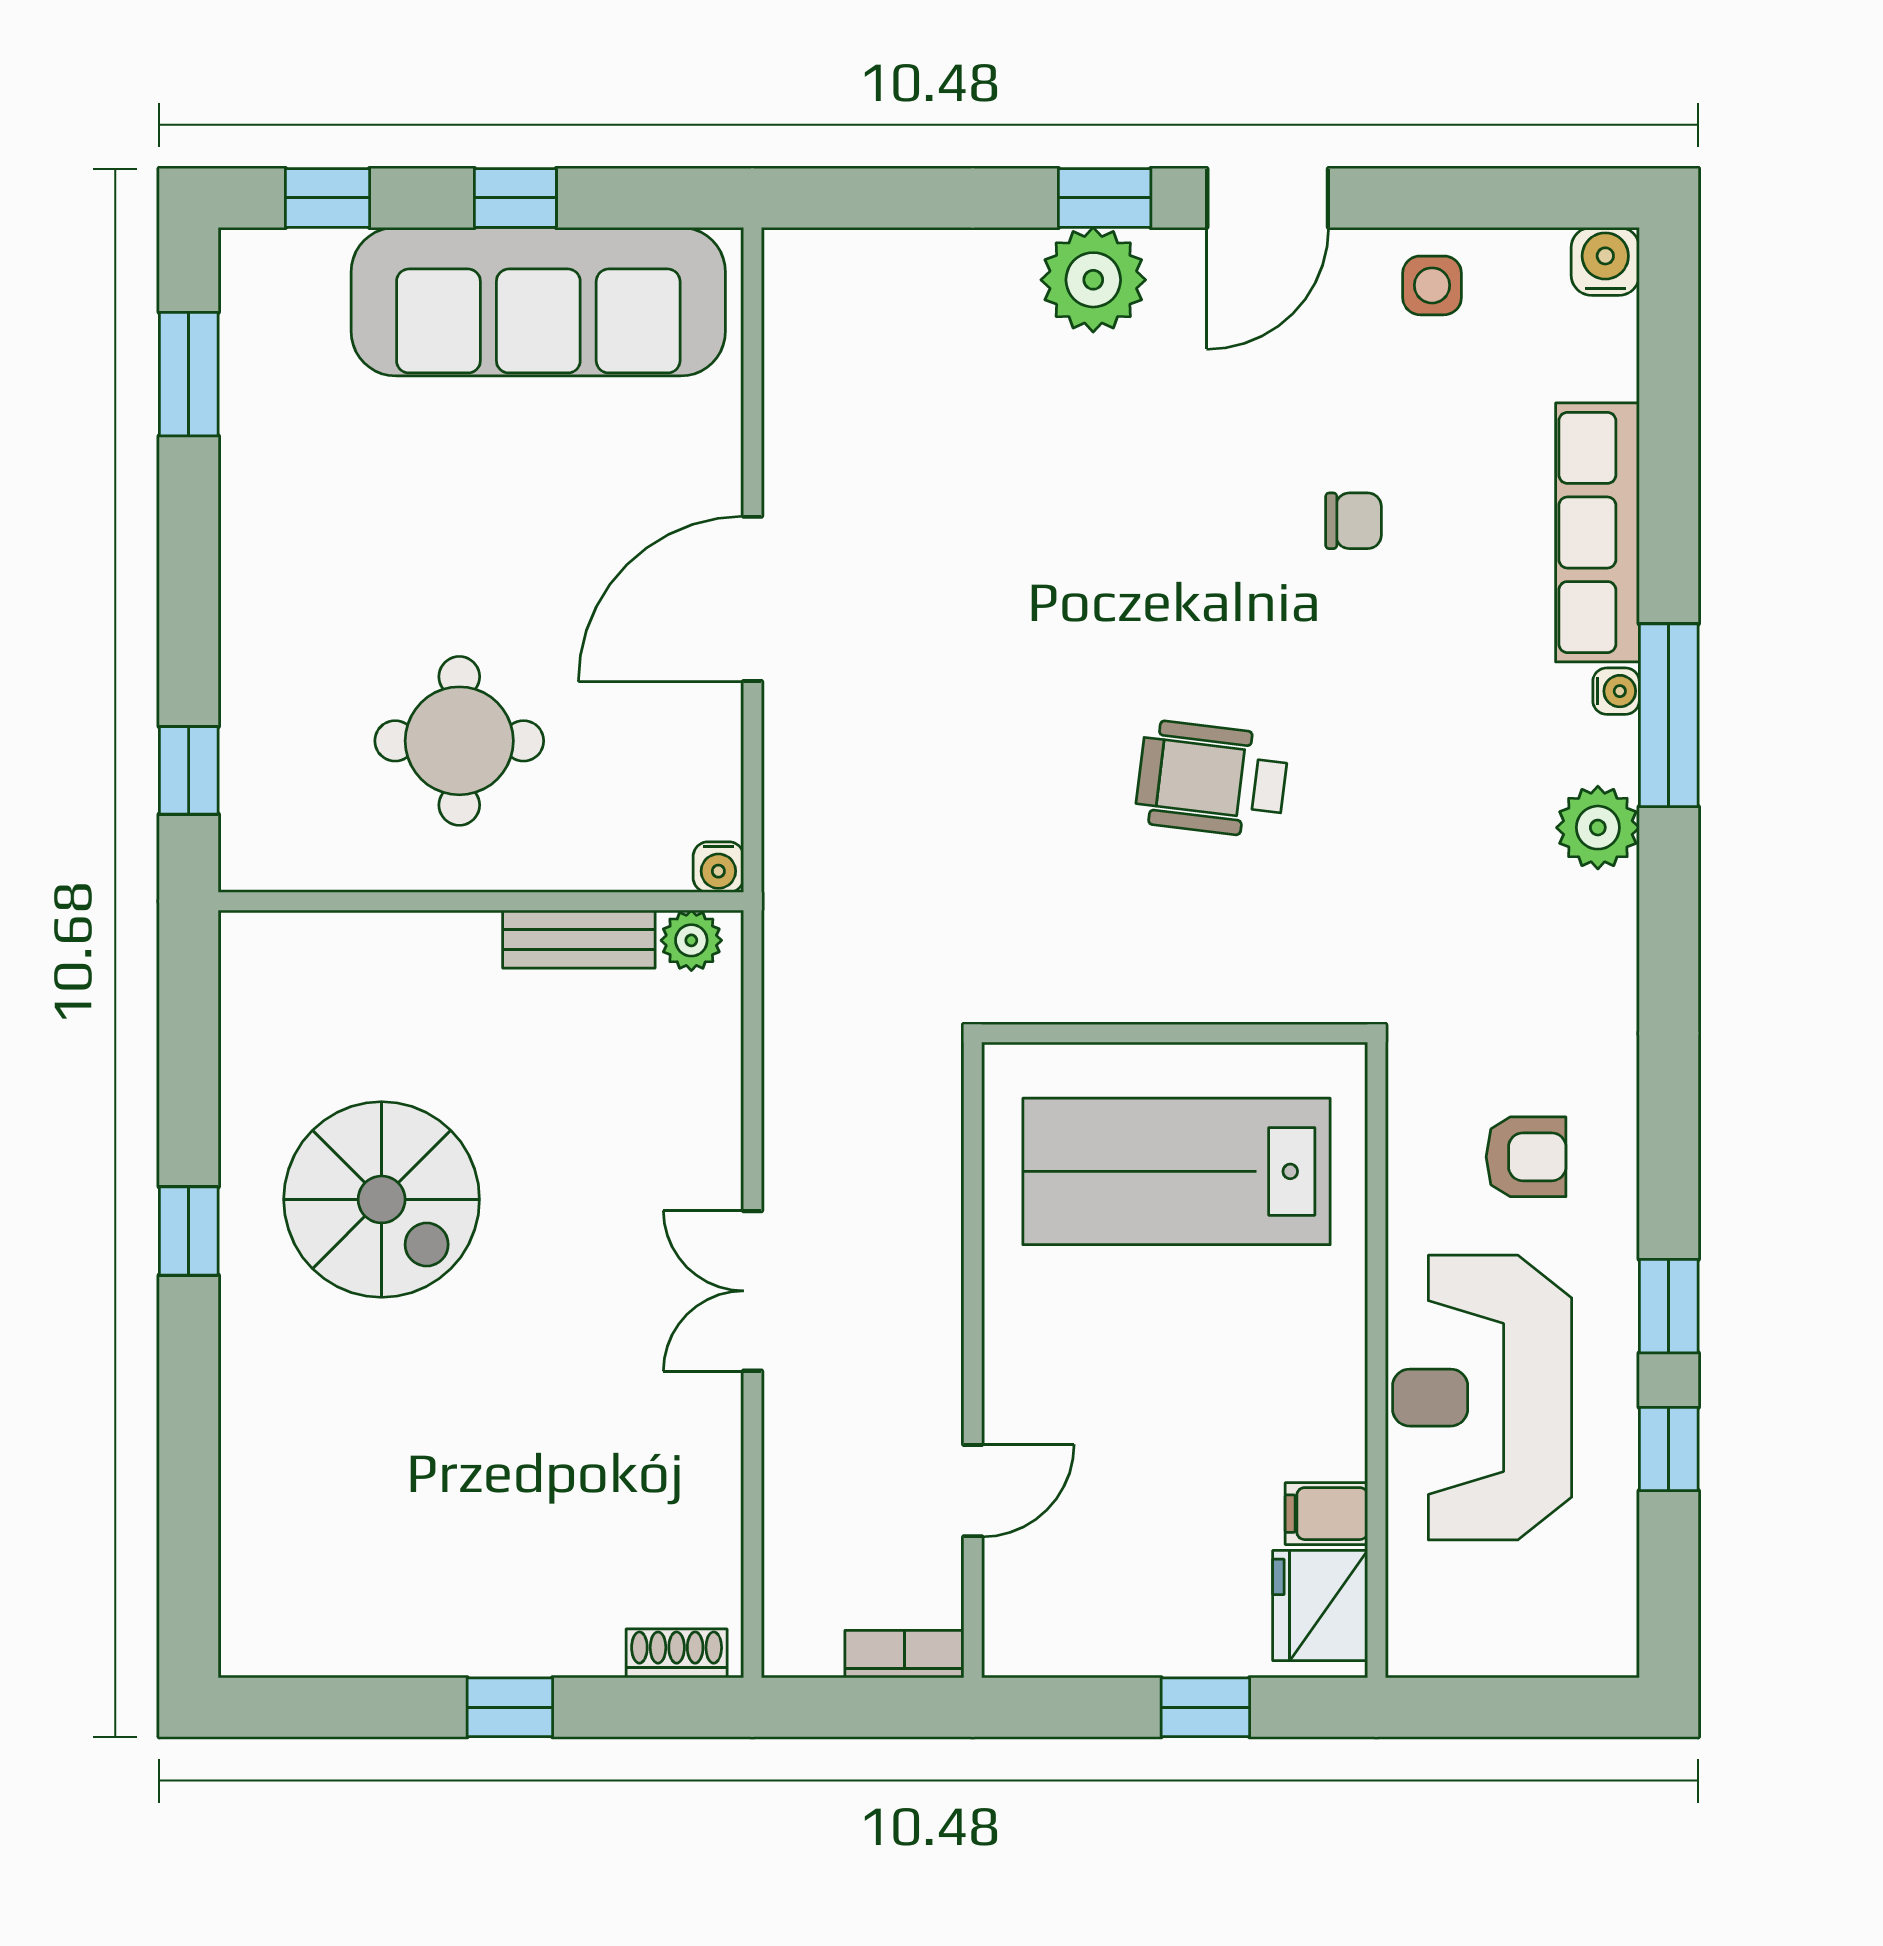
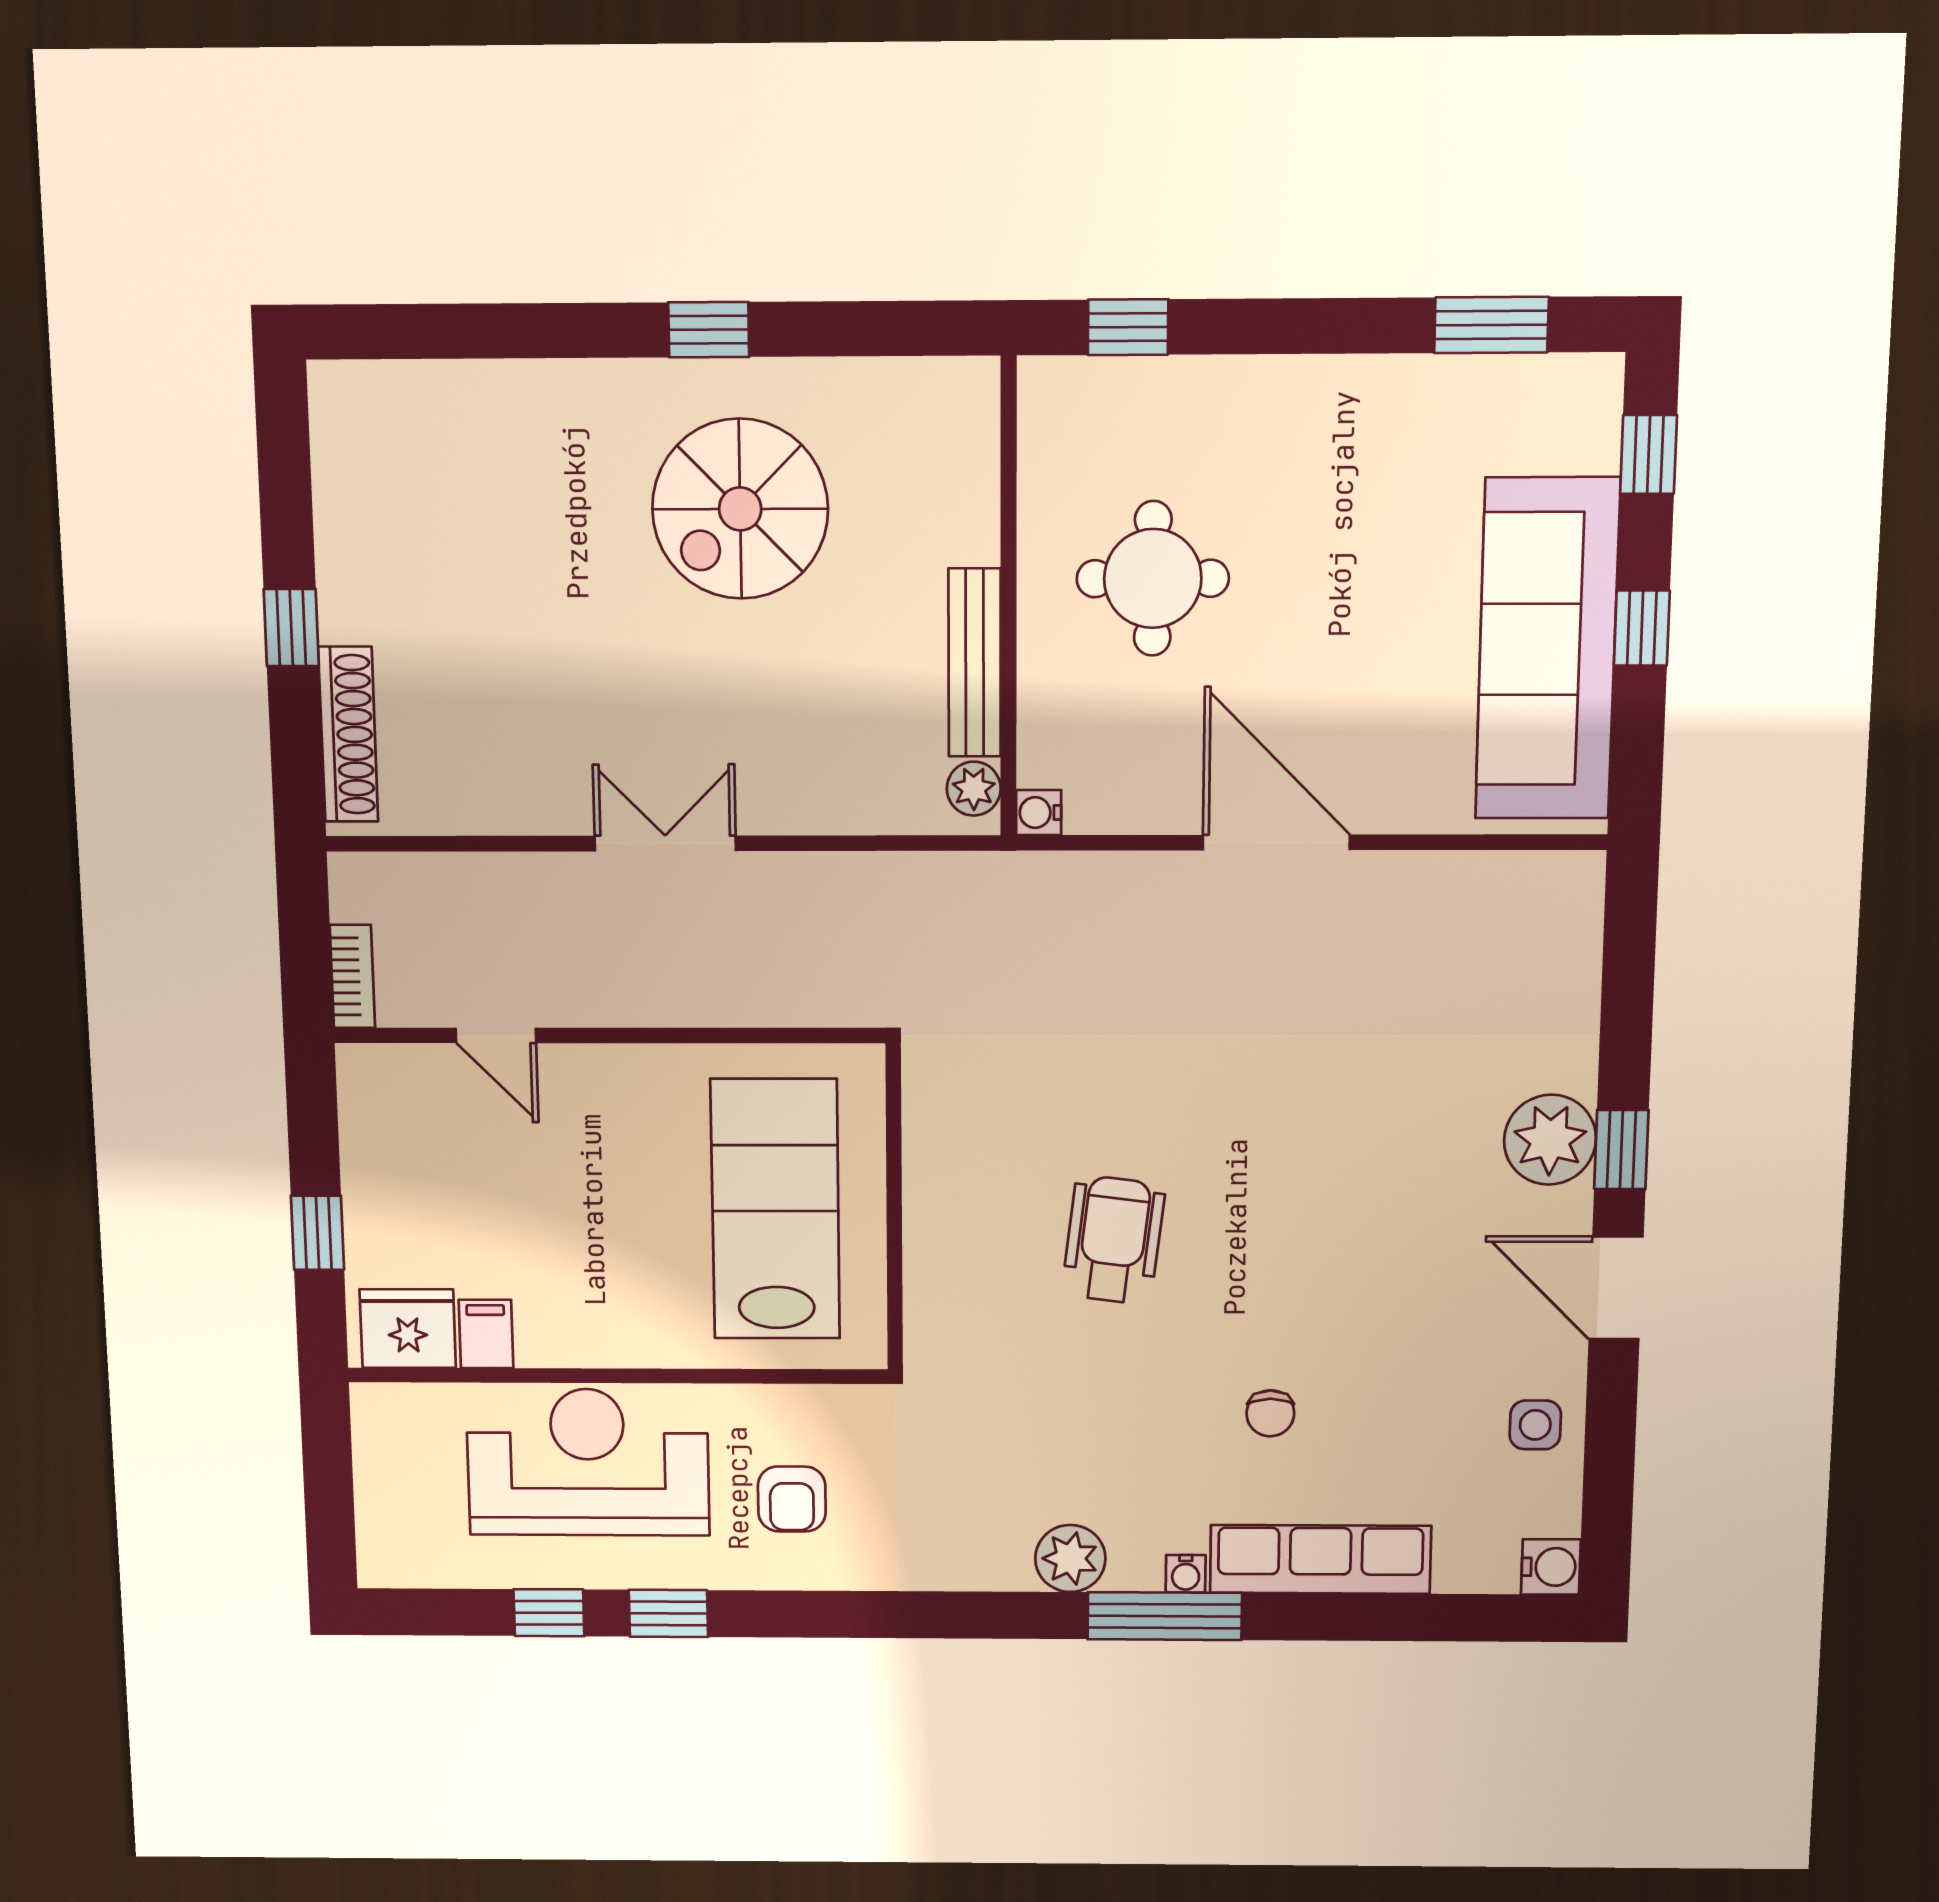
chair: (1354, 521) -> (1270, 1413), moved
bench: (579, 939) -> (975, 663), width x1.36
shoe rack: (677, 1653) -> (348, 734), width x1.94, depth x1.24

